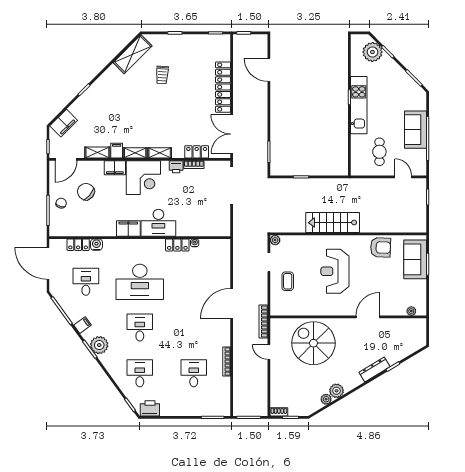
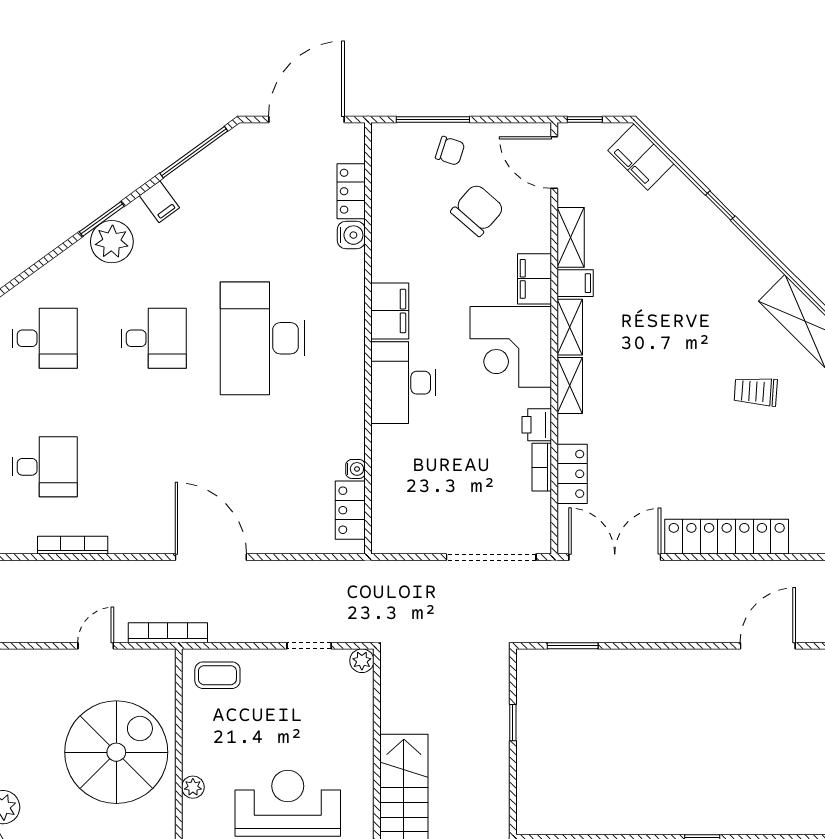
locker: (177, 245) -> (350, 510), moved
coffee table: (288, 281) -> (217, 675), moved
desk: (86, 282) -> (263, 210), removed
plant: (328, 311) -> (193, 787), added

